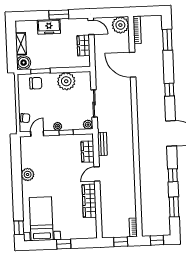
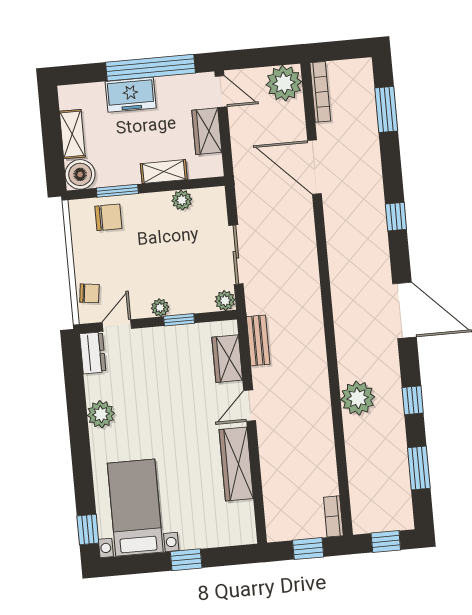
window: (59, 15) -> (150, 68), width x2.11
shelving: (63, 63) -> (164, 172), added
plant: (66, 81) -> (182, 200), width x0.53, depth x0.53
dresser: (25, 146) -> (93, 353), added
plant: (147, 173) -> (358, 398), added

